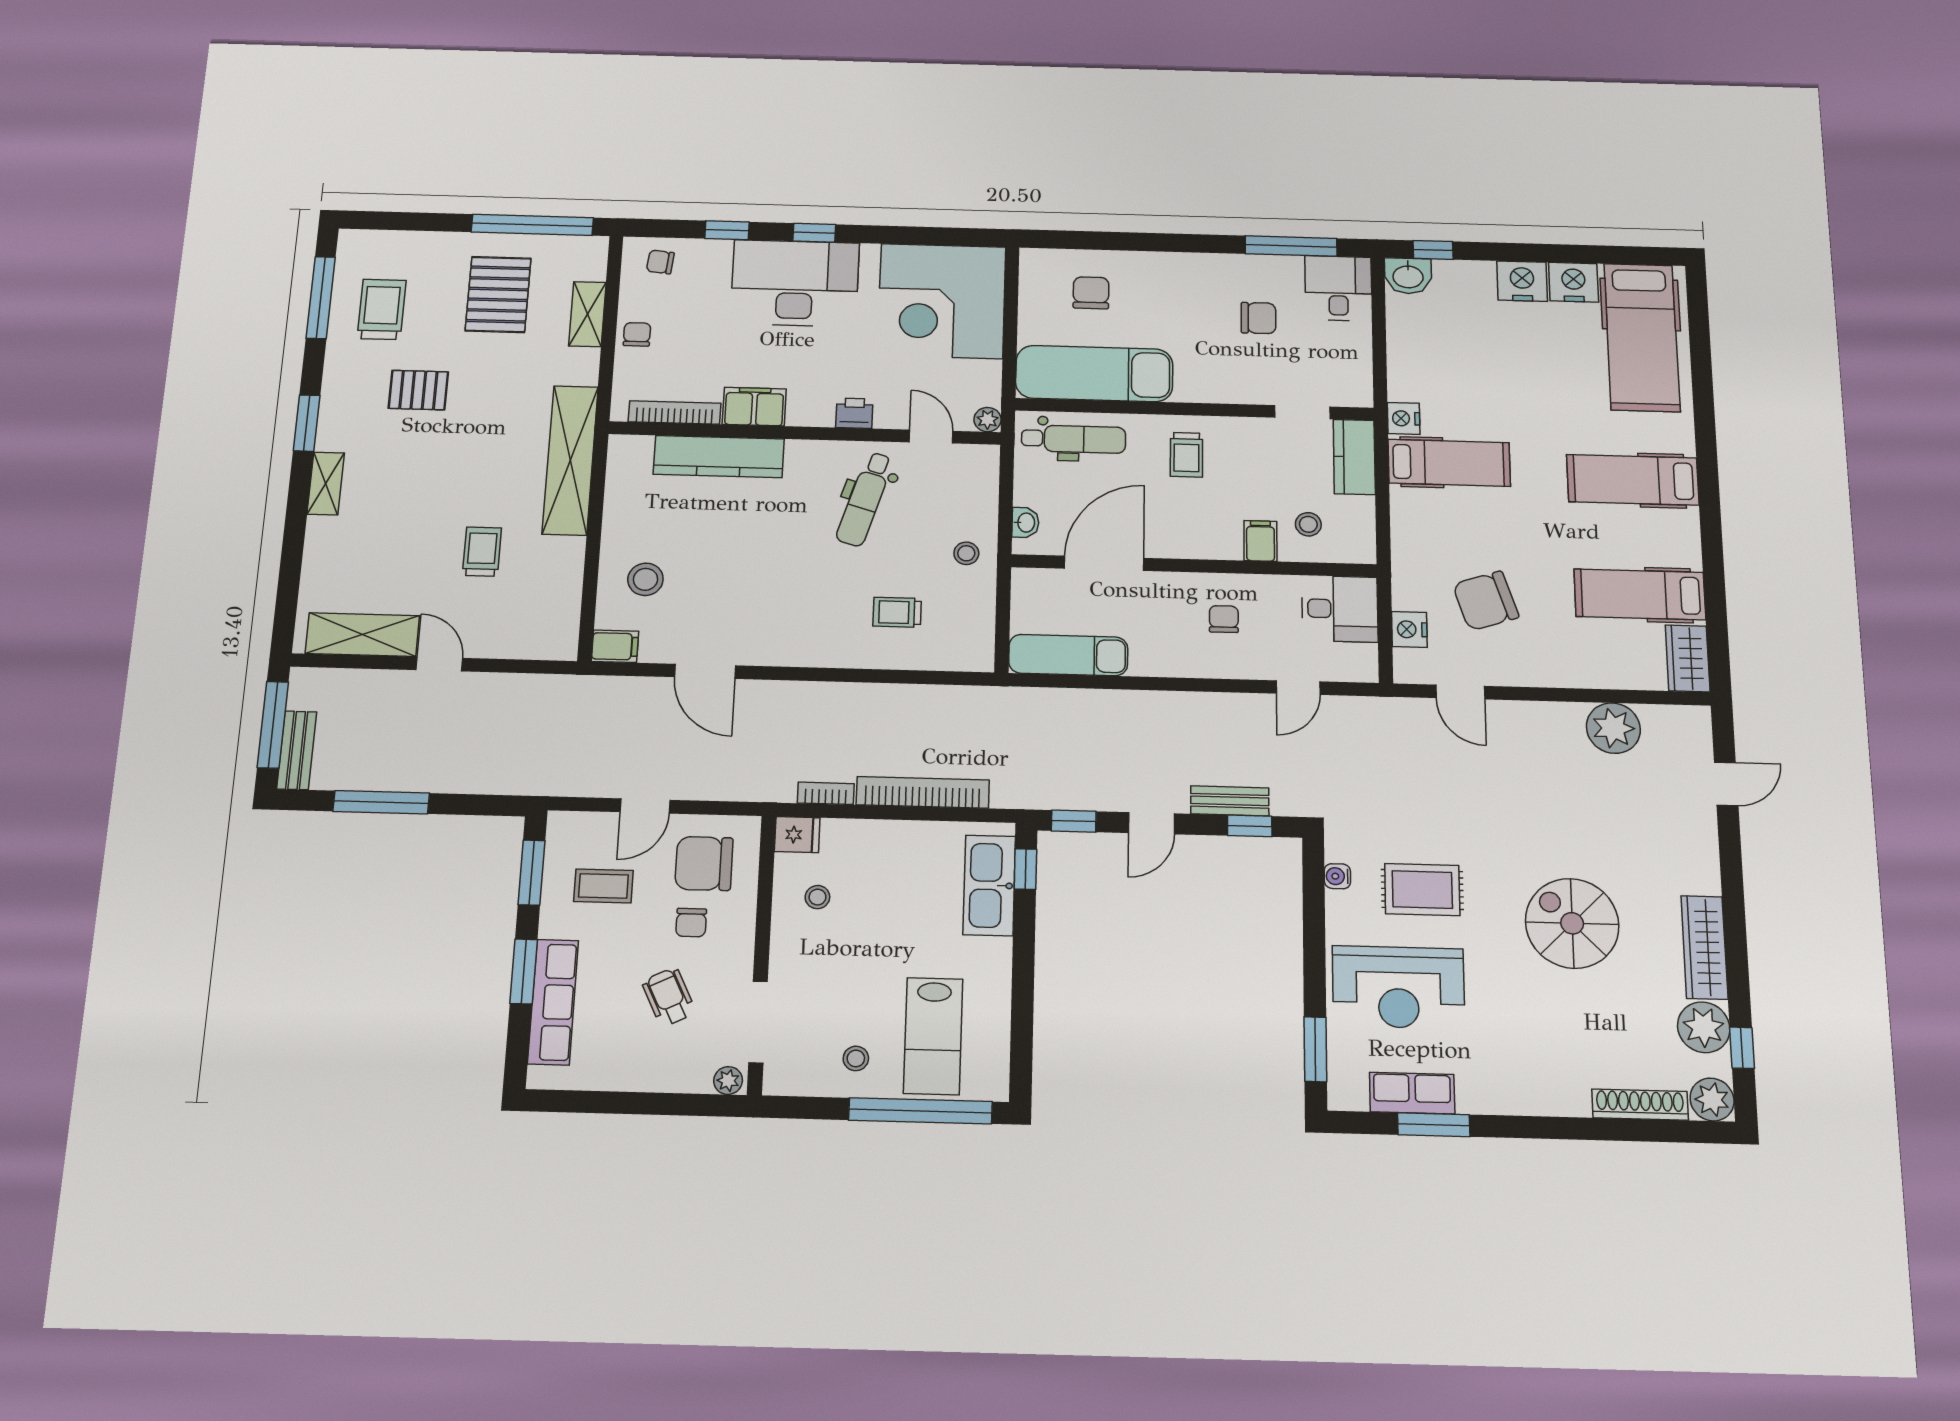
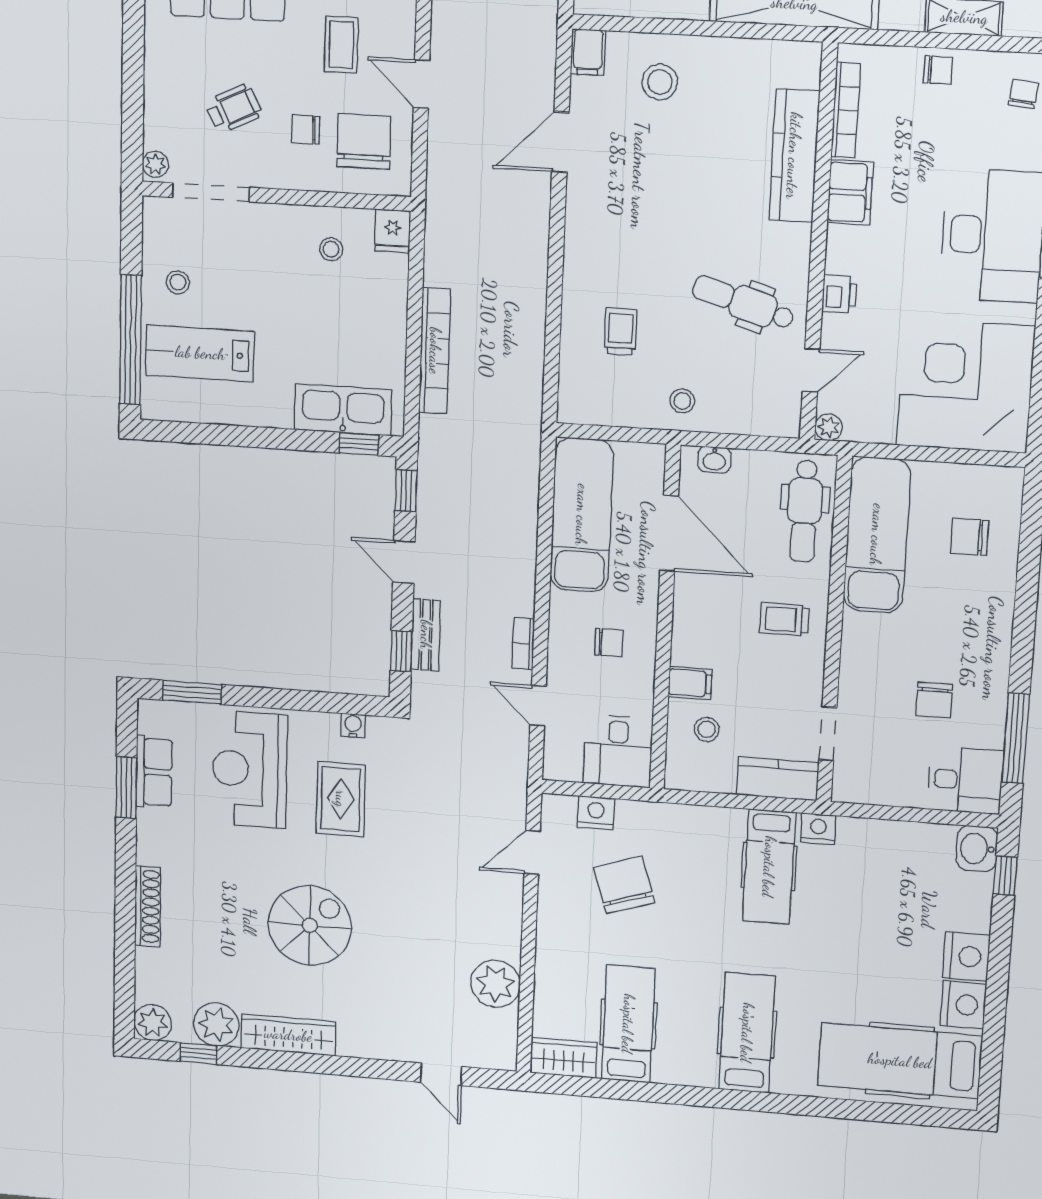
chair: (1091, 293) -> (969, 537), turned 180
exam couch: (1068, 655) -> (582, 515), width x1.36, depth x1.45
bookcase: (826, 793) -> (523, 644), moved, turned 180
shoe rack: (1640, 1105) -> (148, 906), moved

